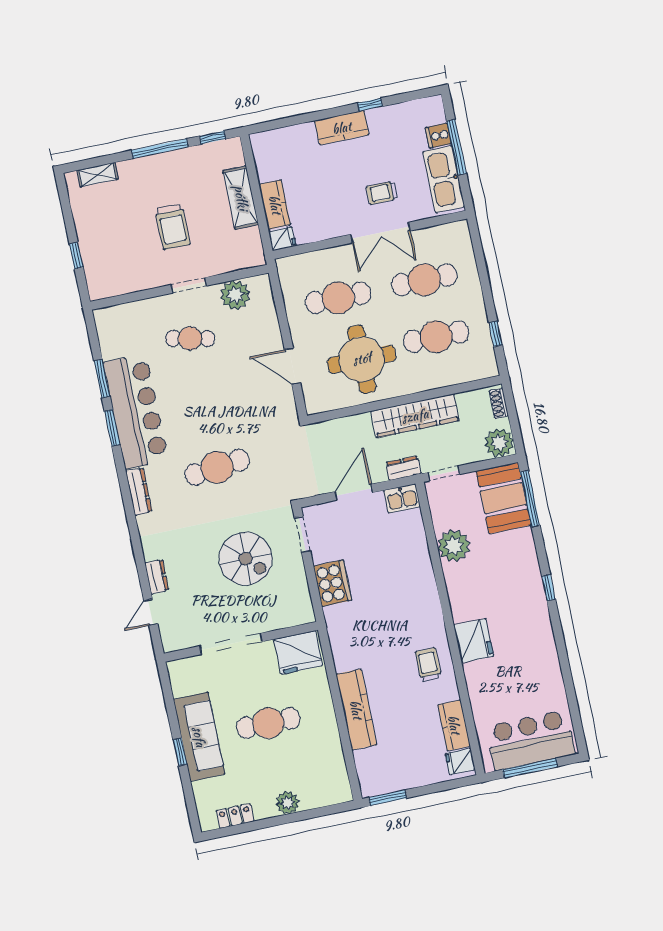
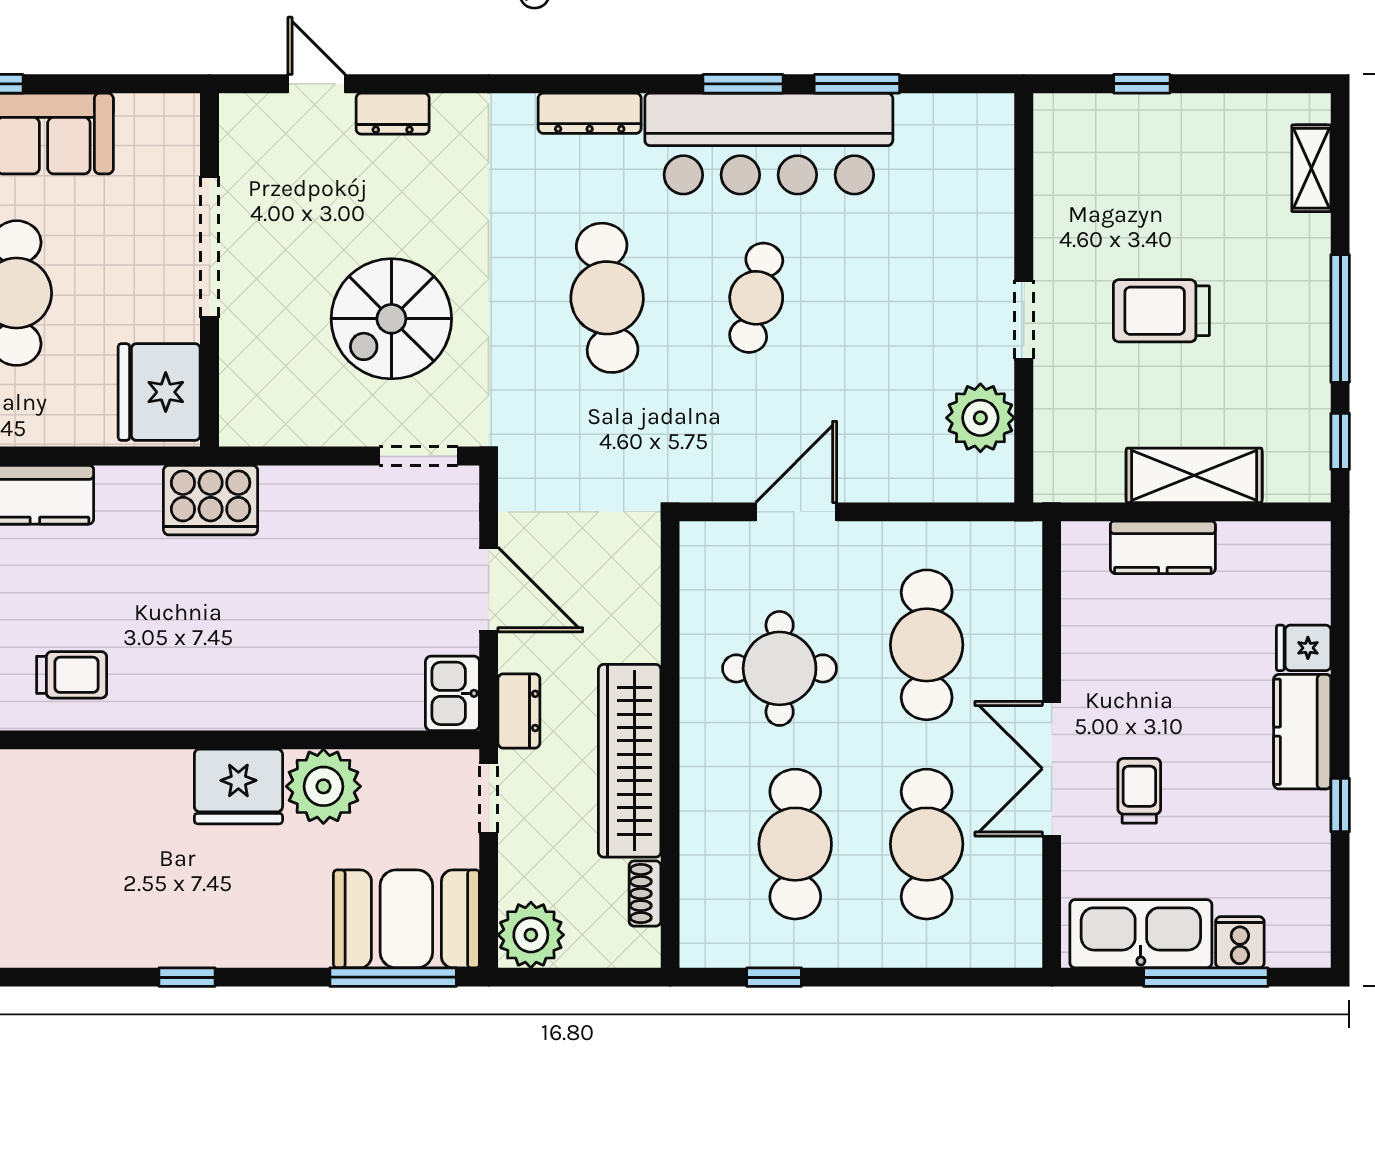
fridge: (282, 239) -> (1304, 648), moved, turned 90
cafe table: (190, 338) -> (756, 298), moved
round table: (362, 359) -> (780, 668), width x0.73, depth x0.73
shoe rack: (499, 403) -> (645, 894), moved, turned -90
cooker: (332, 583) -> (211, 500), moved
fridge: (474, 641) -> (238, 786), moved

